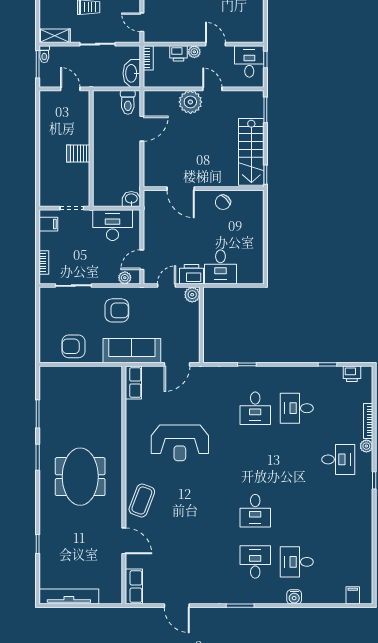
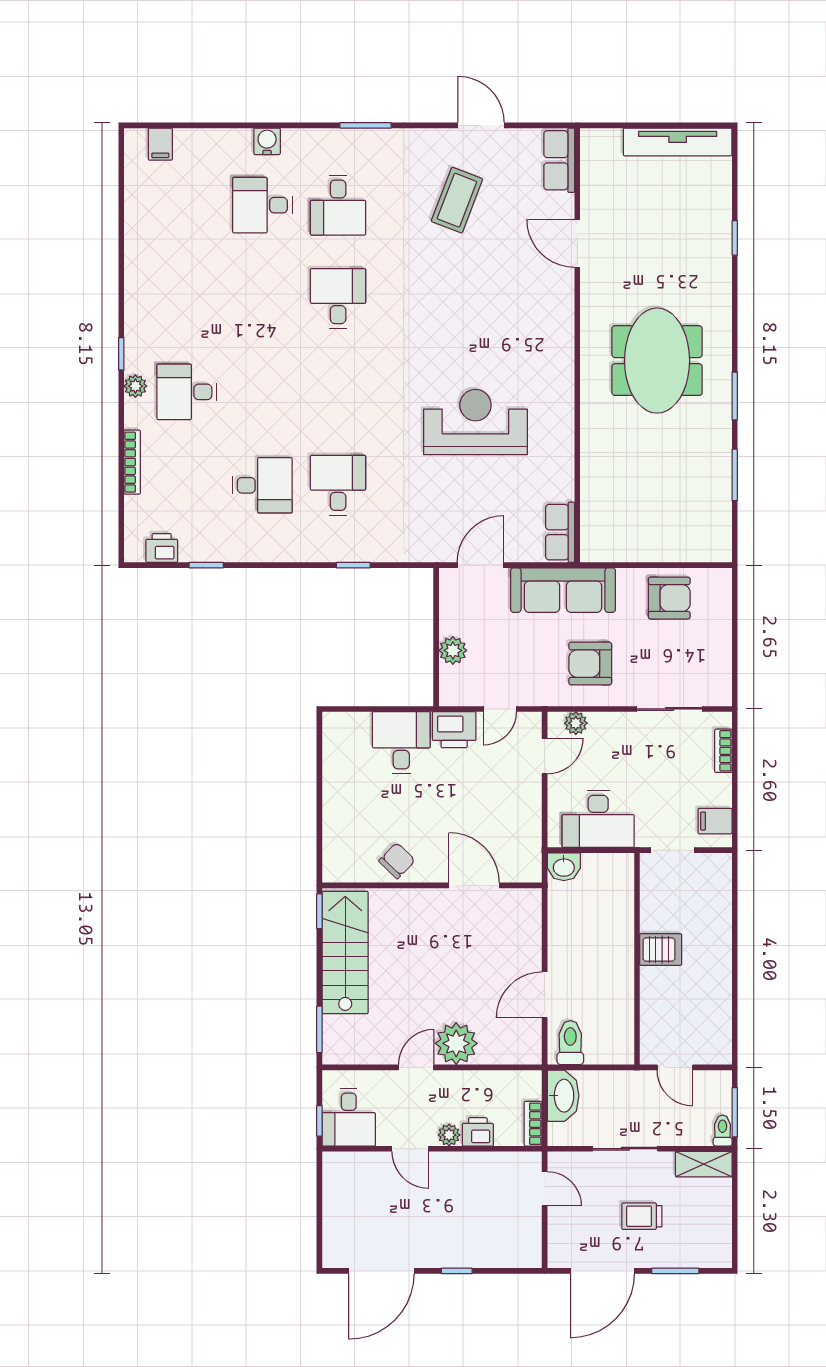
door: (212, 89) -> (416, 1067), swing flipped
plant: (192, 295) -> (453, 650), moved
plant: (366, 446) -> (135, 386), moved
coffee table: (142, 500) -> (457, 200), moved
desk: (297, 562) -> (262, 205), turned 180

